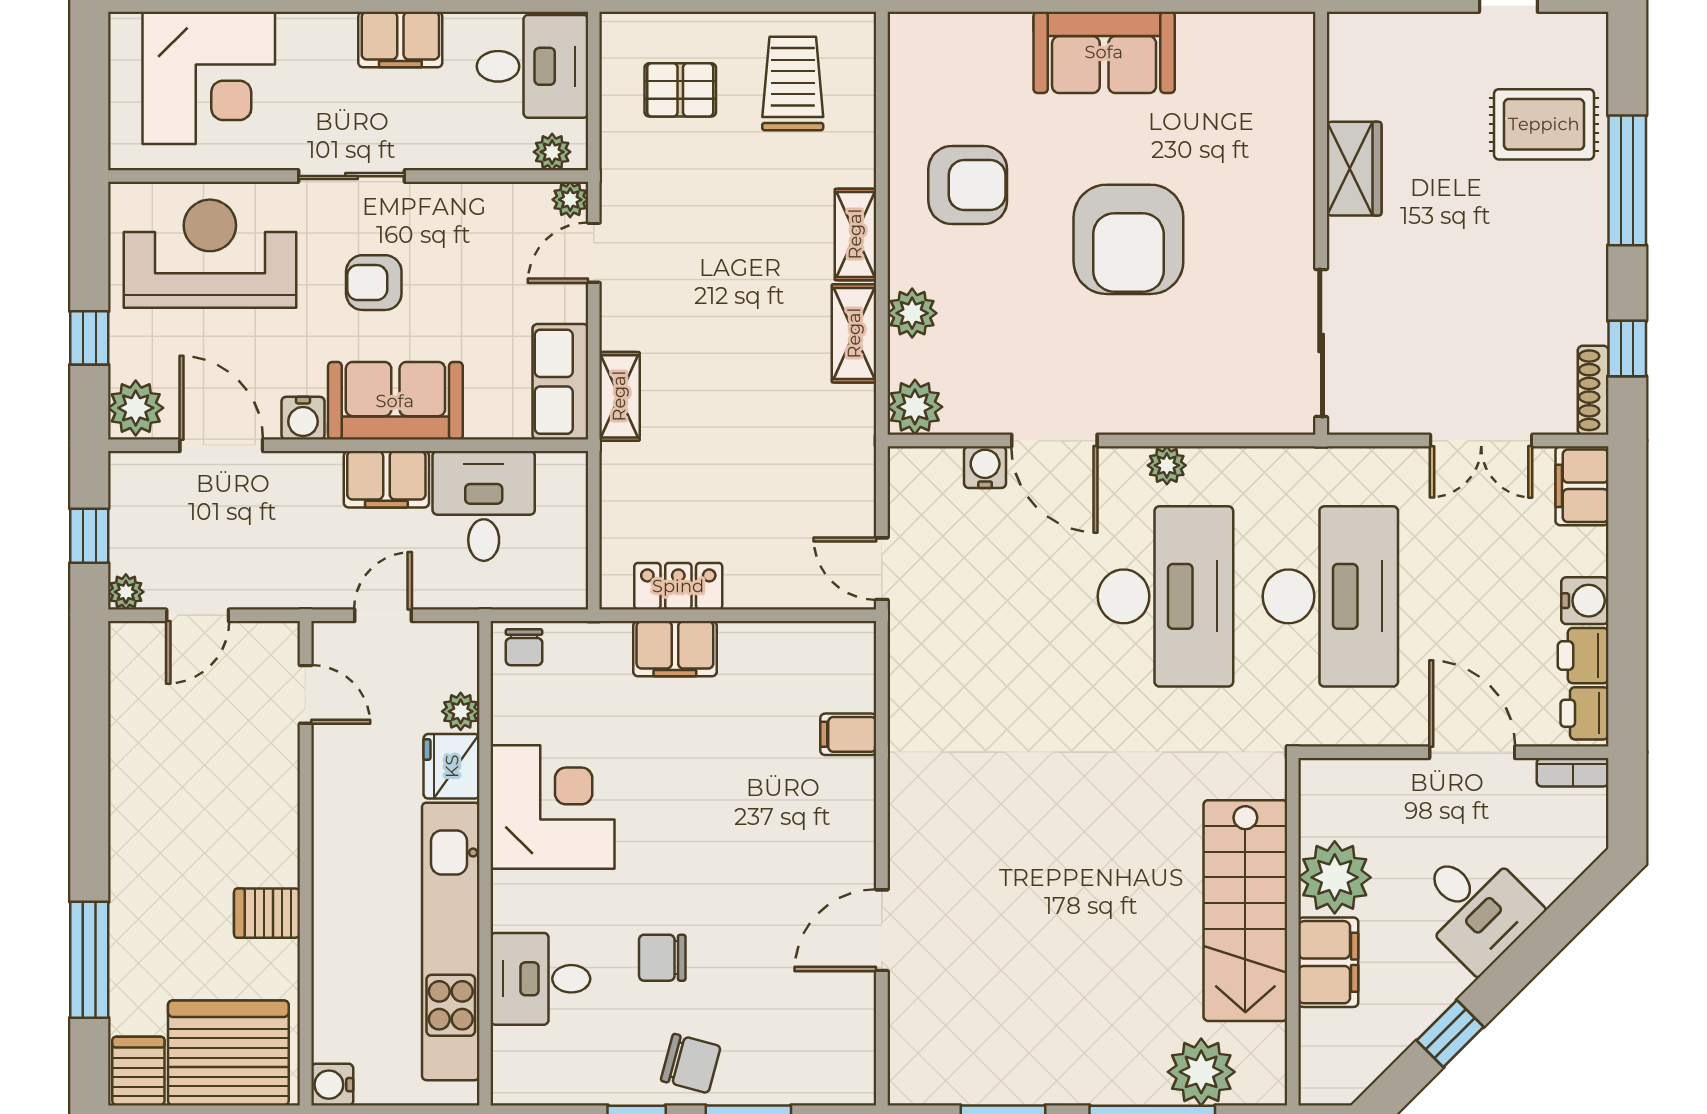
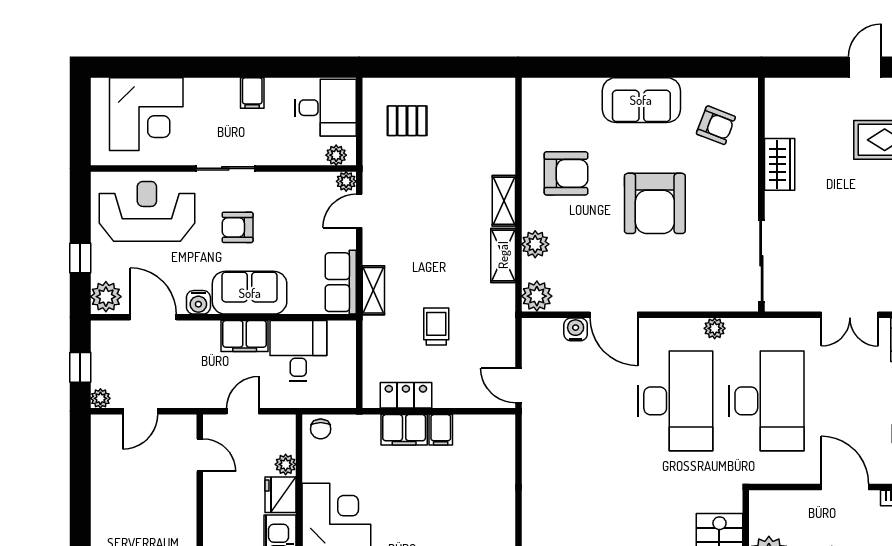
filing cabinet: (400, 40) -> (252, 93), width x0.50
trolley: (793, 83) -> (436, 327), moved, width x0.73, depth x0.72
armchair: (1239, 98) -> (716, 125), added
plant: (1167, 465) -> (715, 328), moved
filing cabinet: (848, 734) -> (441, 430), moved, turned -90

